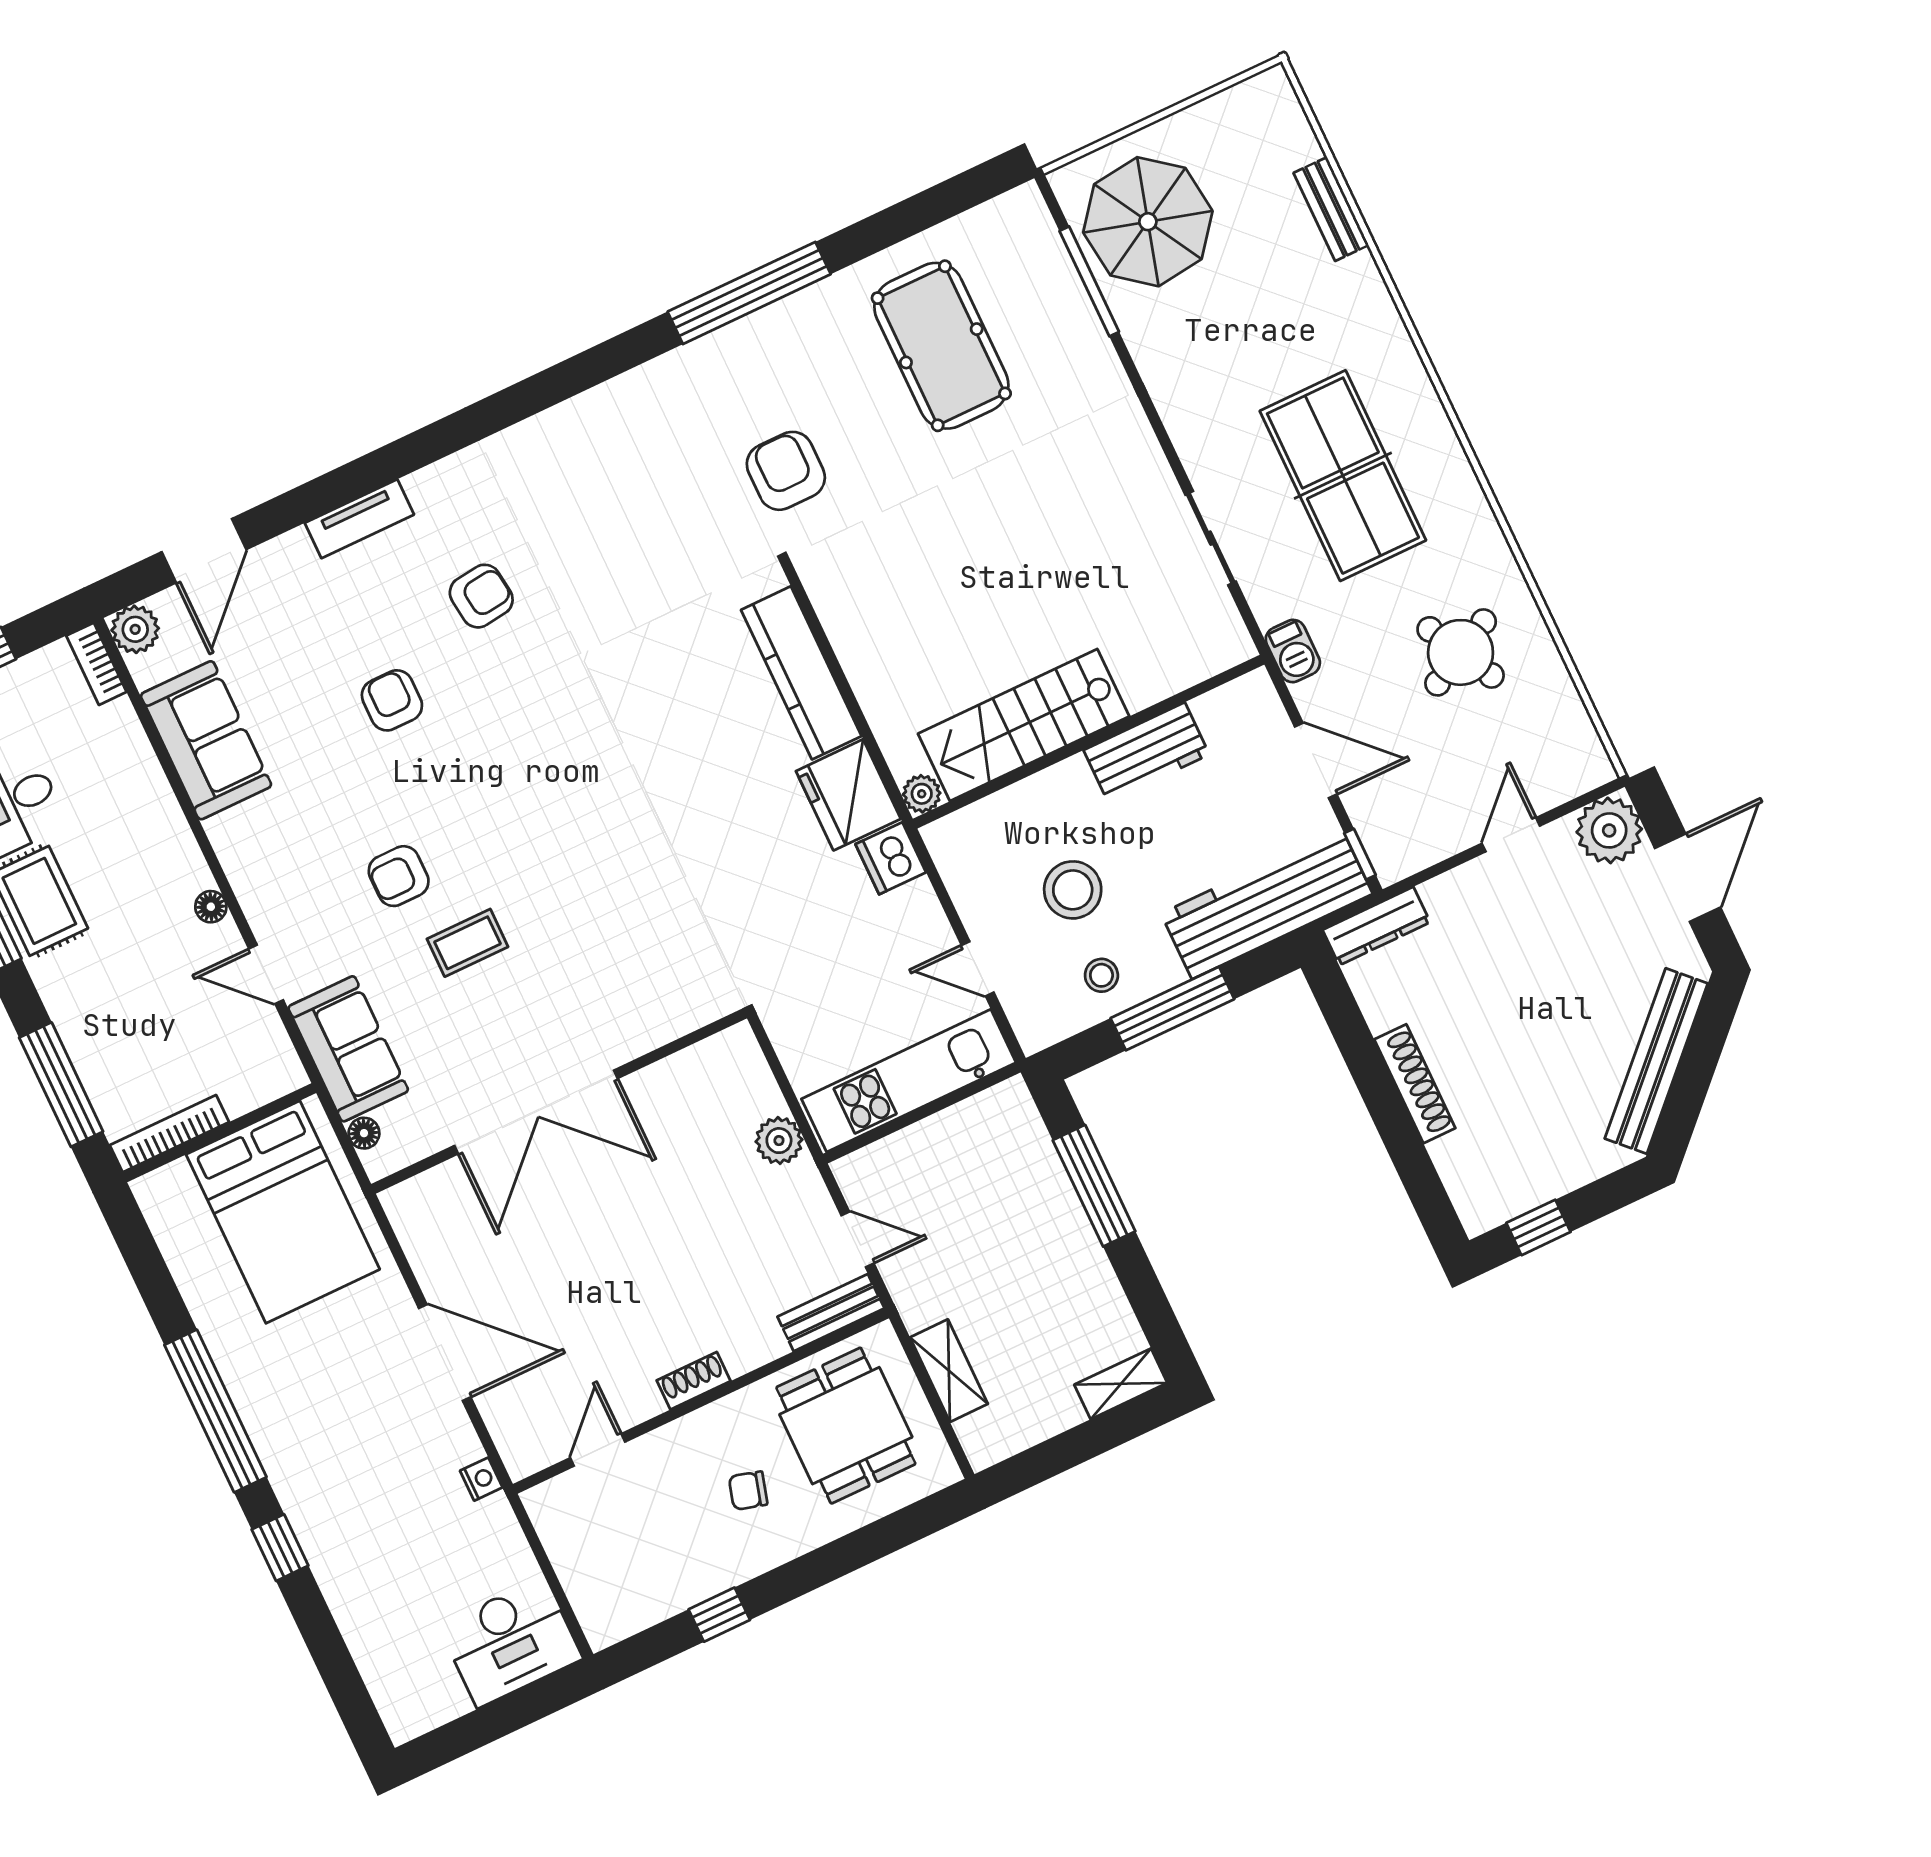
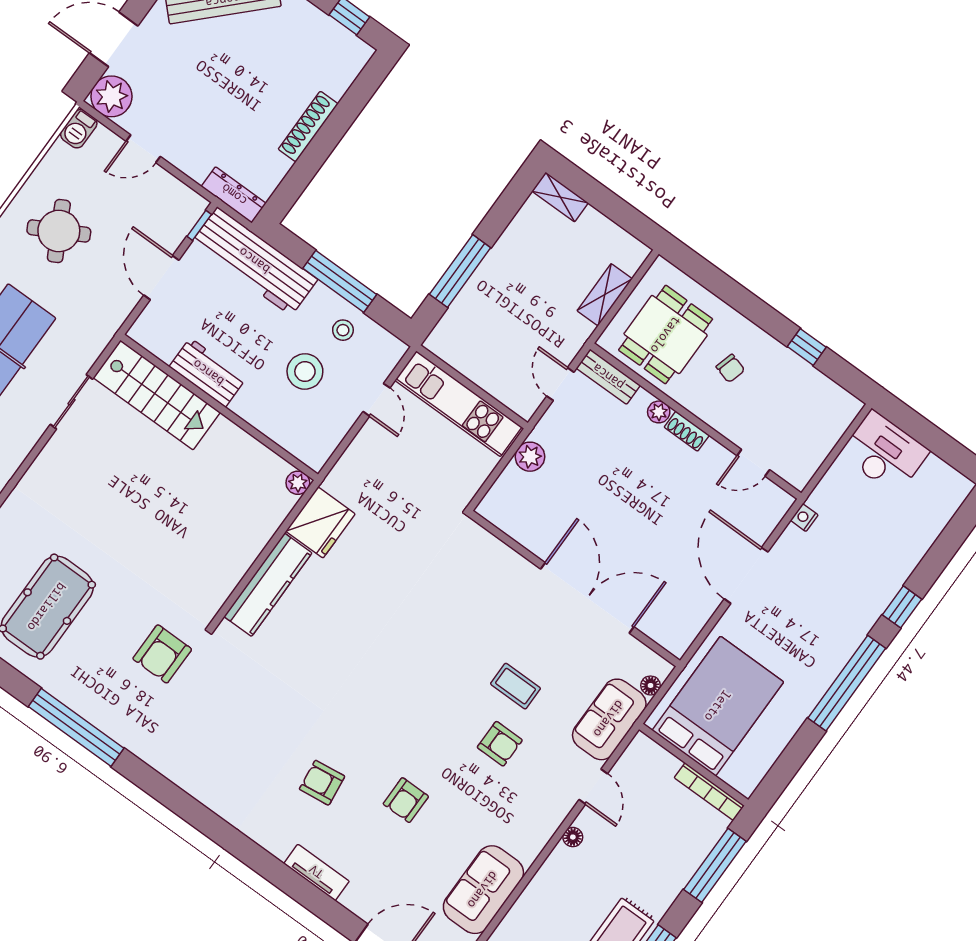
barbecue: (1293, 651) -> (79, 129), moved, turned 180
stairs: (1024, 725) -> (157, 395), moved
dishwasher: (891, 858) -> (342, 480), removed
plant: (742, 1356) -> (659, 412), added

